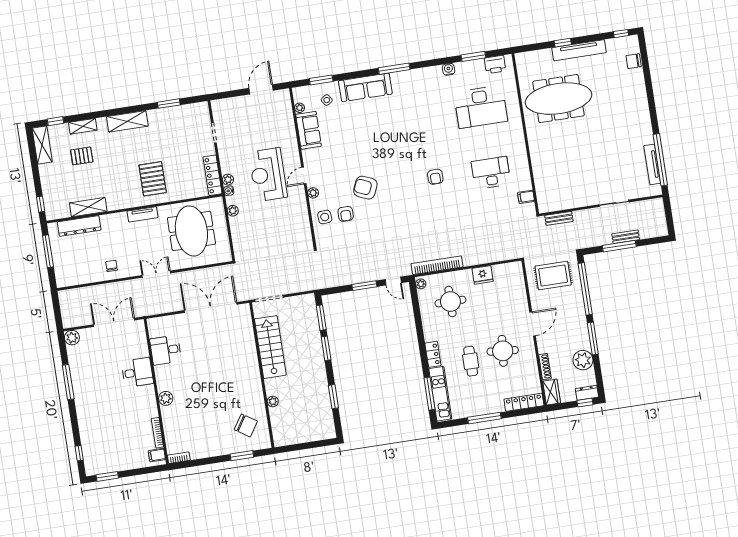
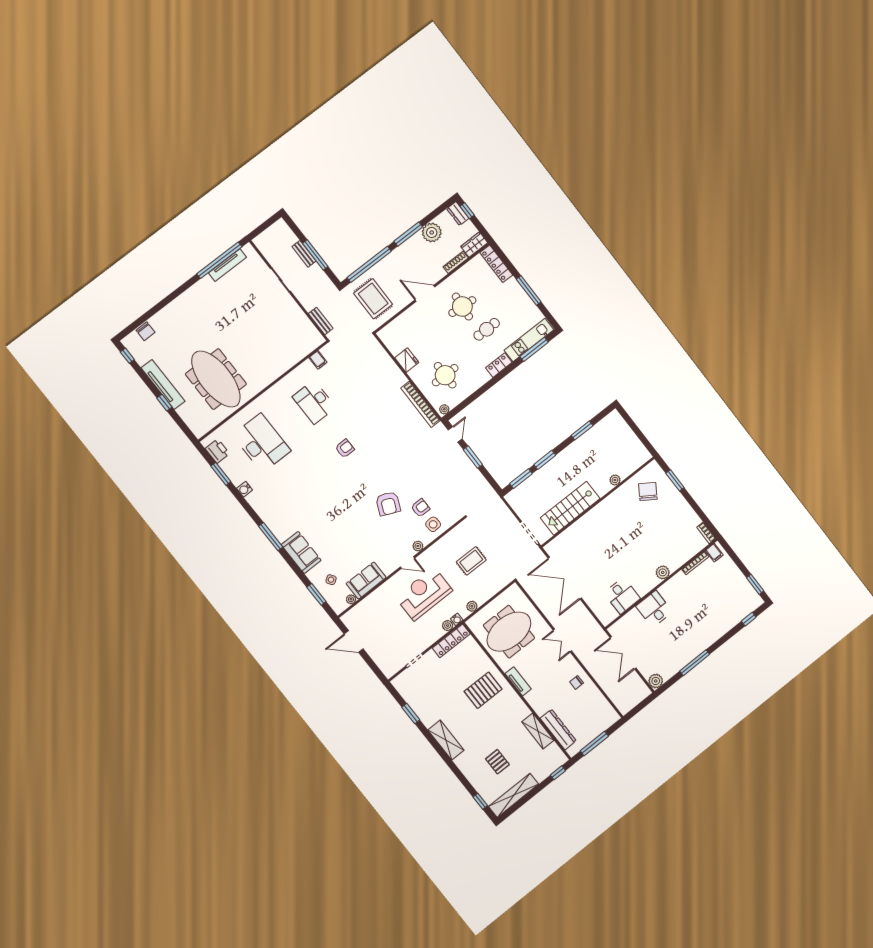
sofa: (365, 87) -> (301, 552), width x0.73
shelving: (83, 126) -> (472, 775), removed
shelving: (42, 145) -> (514, 795), width x1.47
reception desk: (268, 175) -> (424, 594), turned 180
rug: (273, 233) -> (471, 561), added

